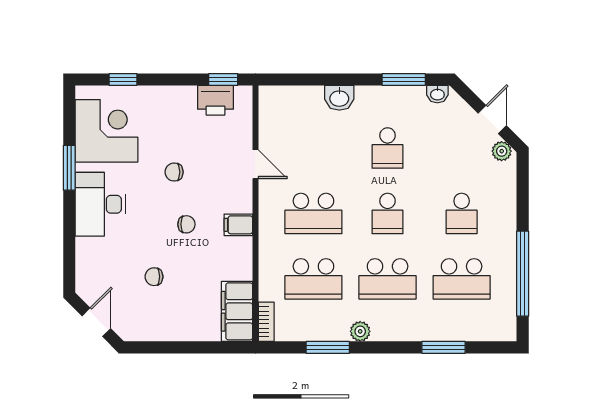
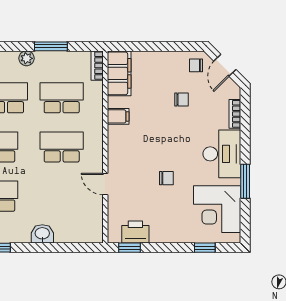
chair: (186, 224) -> (196, 65), moved
filing cabinet: (238, 225) -> (118, 116), moved
bookcase: (83, 257) -> (235, 114), added

